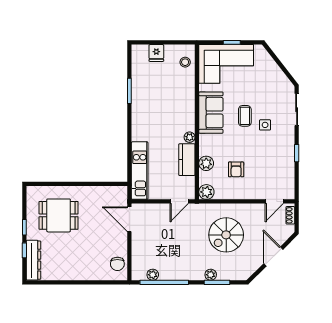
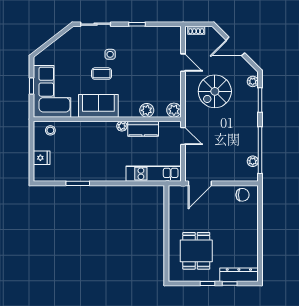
armchair: (236, 169) -> (152, 82), removed
door: (274, 201) -> (183, 63), moved
spiral stairs: (226, 235) -> (215, 91), turned 90
plant: (211, 275) -> (253, 81), moved

